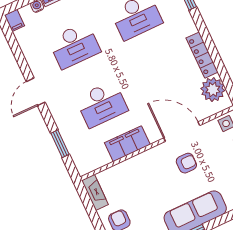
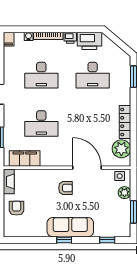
filing cabinet: (127, 144) -> (25, 159), moved
armchair: (186, 163) -> (66, 188), moved

